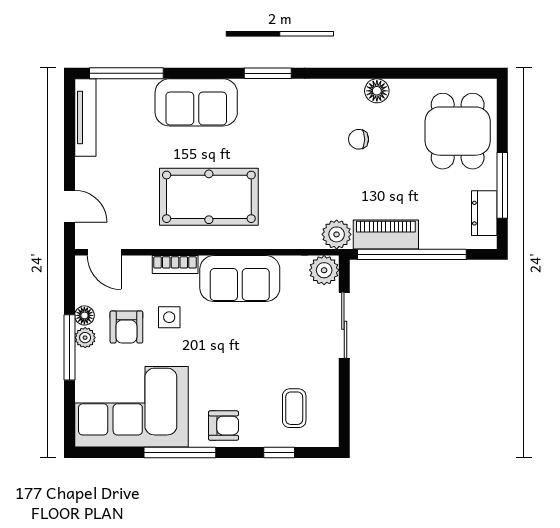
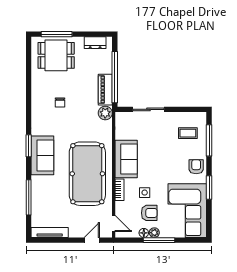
window: (126, 73) -> (29, 197), moved
floor lamp: (377, 91) -> (37, 94), removed
sofa: (196, 102) -> (42, 155), moved
window: (502, 185) -> (57, 34), moved
pool table: (209, 197) -> (87, 174), width x1.36, depth x1.32
door: (104, 252) -> (114, 224), hinge flipped
plant: (324, 270) -> (122, 119), removed
window: (180, 453) -> (209, 187), width x0.69
window: (279, 453) -> (209, 140), width x2.17

